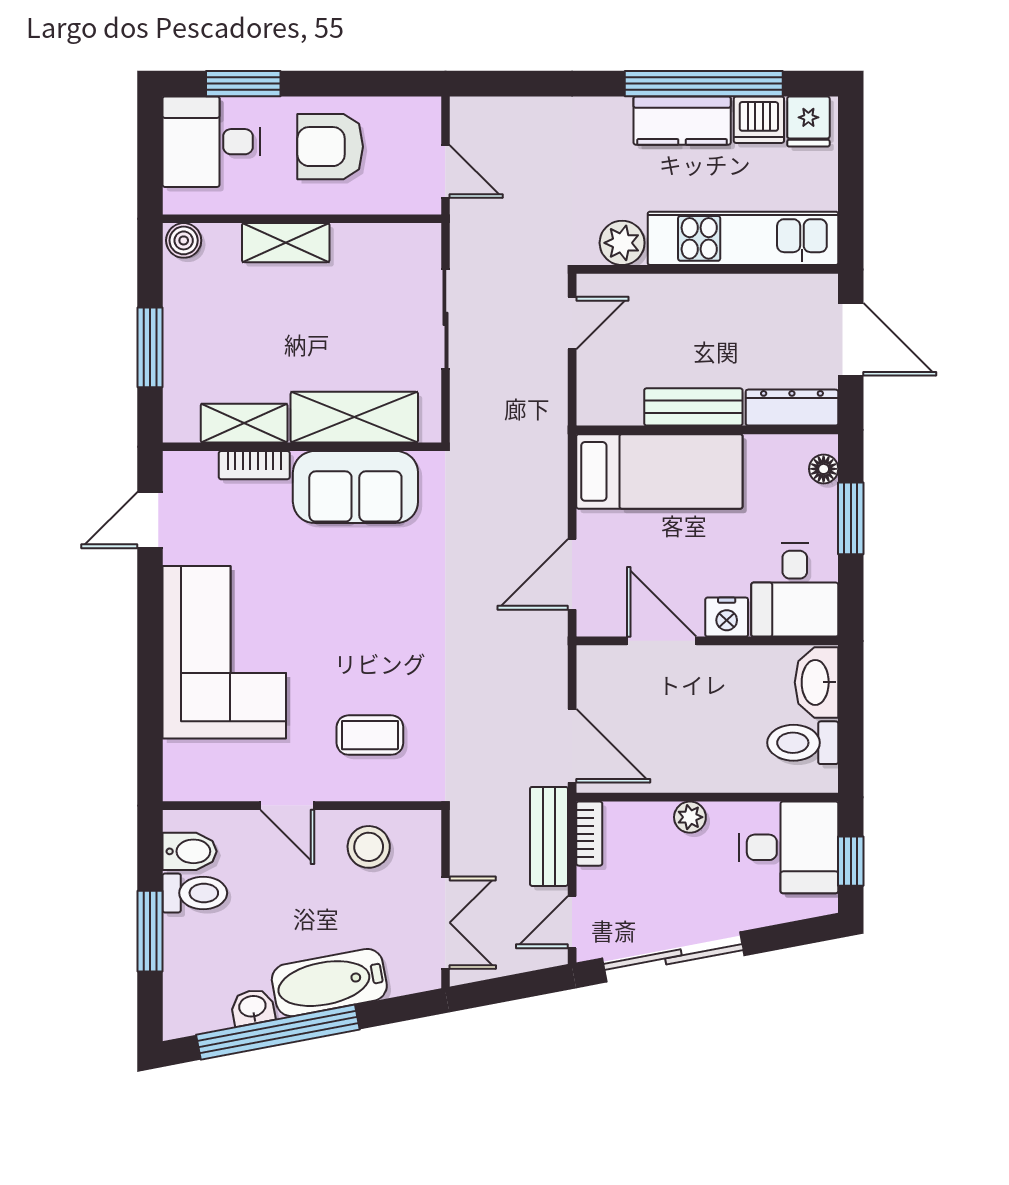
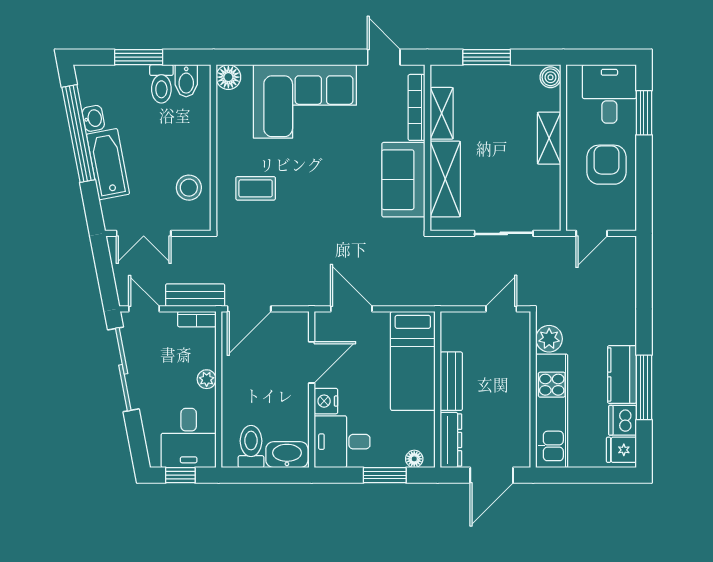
window: (704, 84) -> (644, 387), width x0.68
door: (572, 323) -> (501, 309), swing flipped
bookcase: (254, 465) -> (417, 107), width x1.56
coffee table: (370, 735) -> (256, 188), turned 90
floor lamp: (183, 781) -> (228, 77), added
door: (287, 806) -> (214, 139), removed

